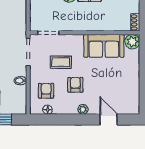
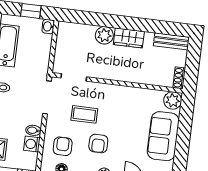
sofa: (104, 46) -> (163, 136), moved, turned 90
armchair: (75, 85) -> (98, 144), turned 180
washing machine: (20, 92) -> (32, 144), added

